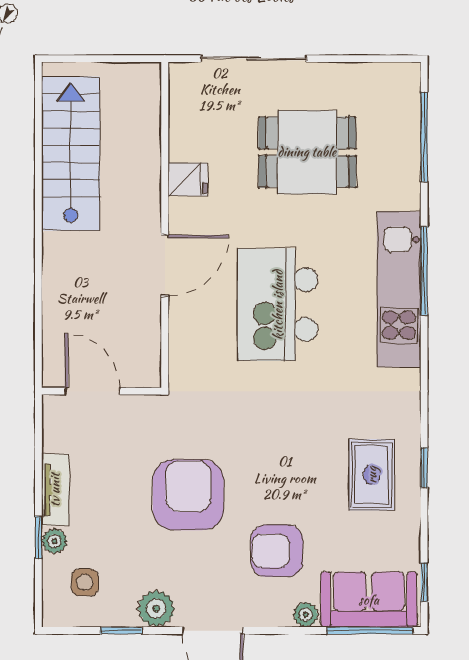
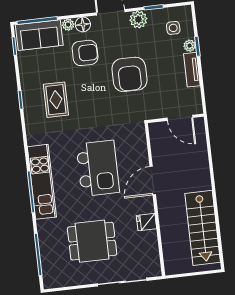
rug: (372, 475) -> (56, 100), moved
floor lamp: (275, 611) -> (83, 24), added

